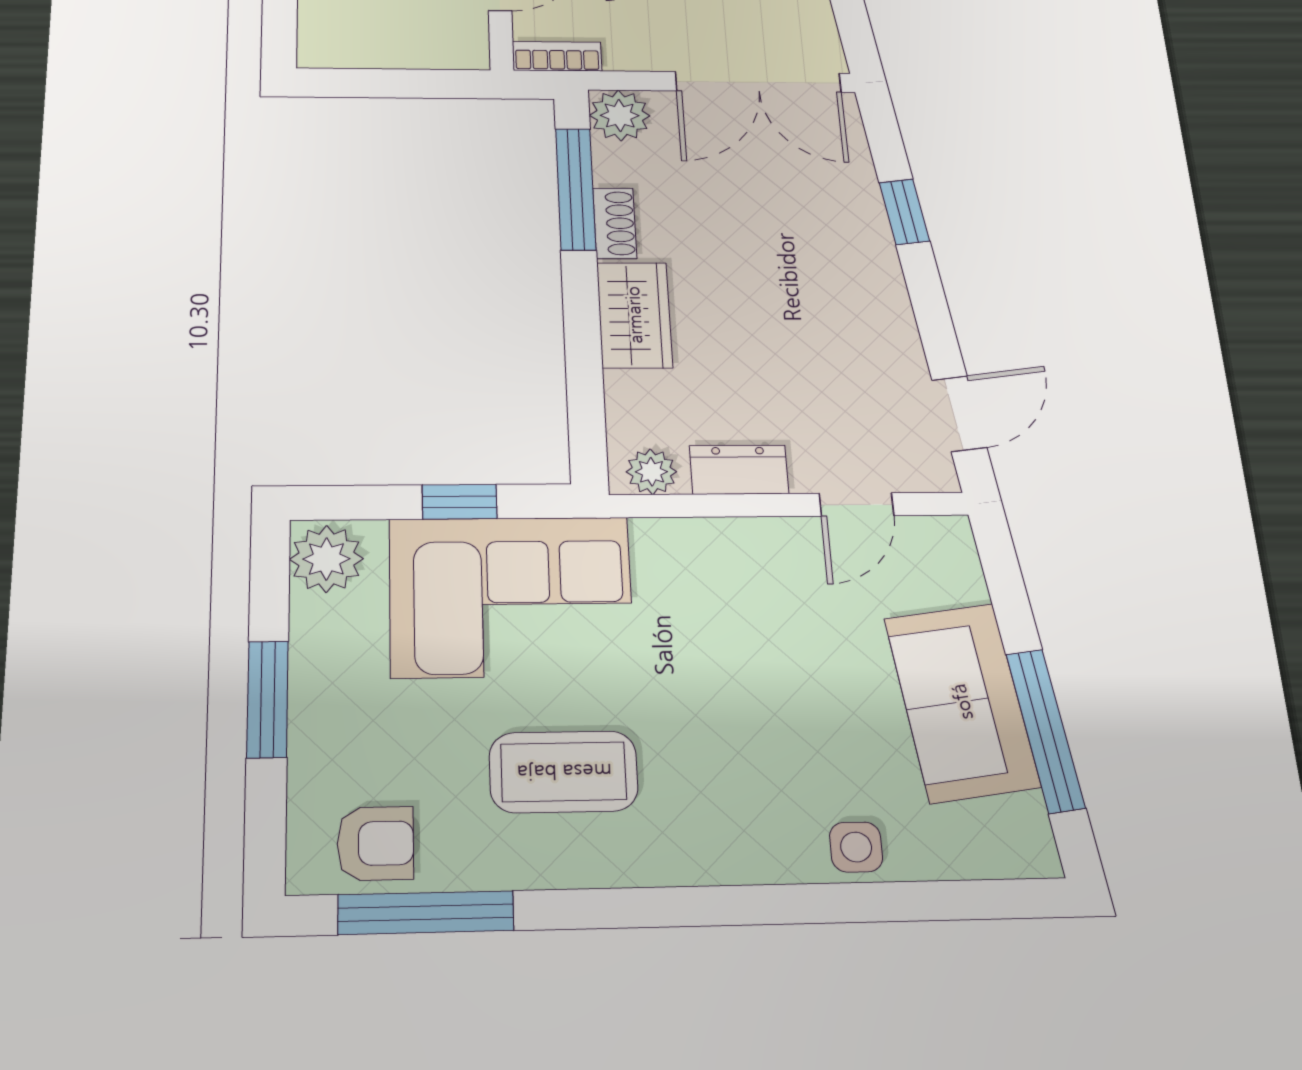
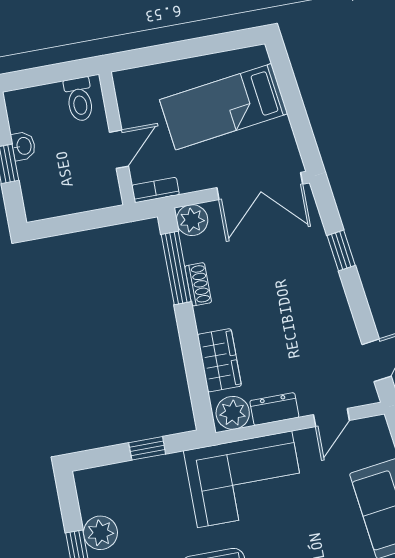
wardrobe: (634, 315) -> (219, 360), moved
plant: (651, 472) -> (233, 413), width x1.38, depth x1.38
plant: (326, 559) -> (100, 533), moved
corner sofa: (511, 596) -> (245, 479), moved

